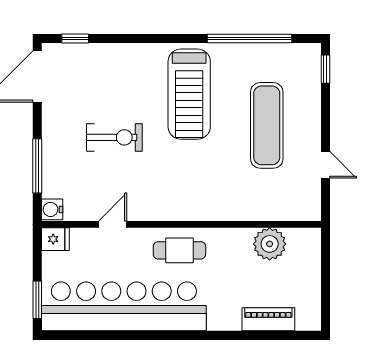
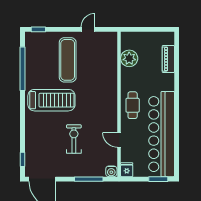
exercise mat: (267, 125) -> (68, 60), turned 90

